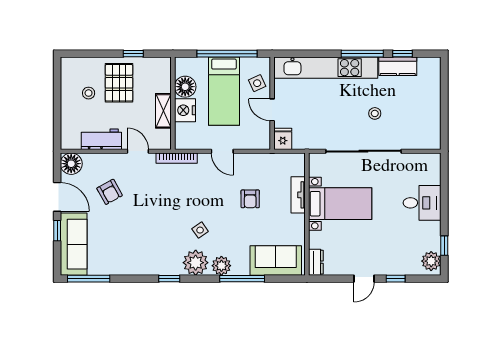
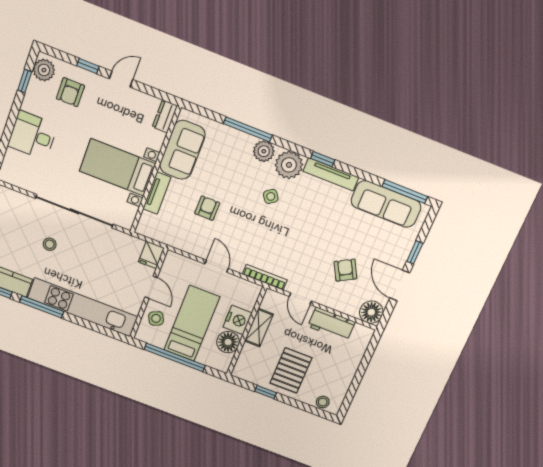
stool: (89, 93) -> (323, 402), moved
sofa: (74, 244) -> (386, 204), moved, turned -90
armchair: (403, 251) -> (70, 92), added
sofa: (276, 260) -> (182, 150), moved, turned -90
tv unit: (157, 269) -> (331, 174), added

